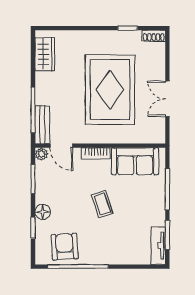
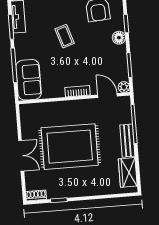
rug: (110, 90) -> (70, 147), turned 90
double door: (167, 99) -> (21, 156), moved
bench: (42, 125) -> (127, 141), moved
sofa: (135, 161) -> (29, 80), moved, turned 90
coffee table: (102, 204) -> (65, 36), moved

